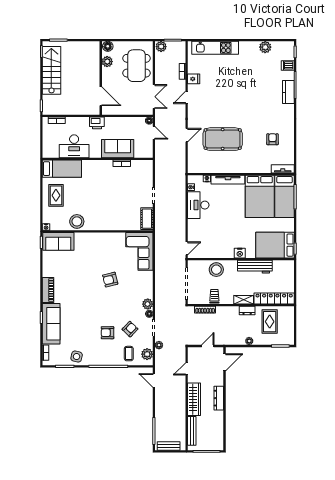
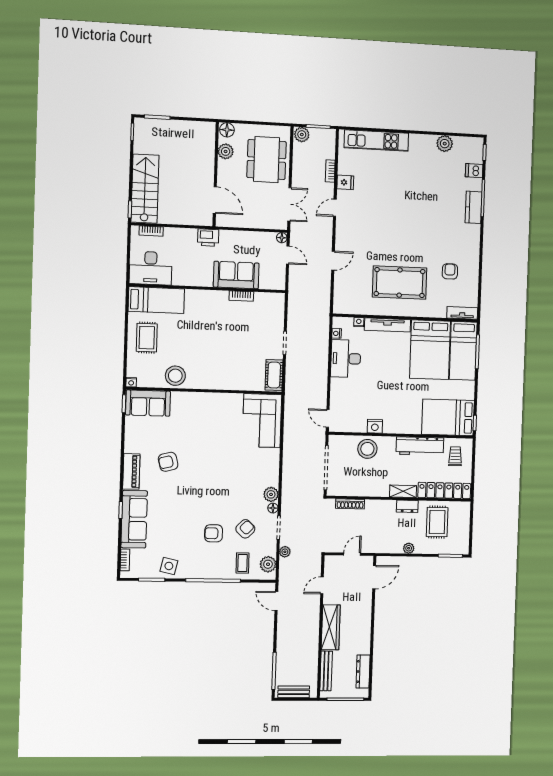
stairs: (51, 70) -> (145, 189), moved
pool table: (223, 139) -> (400, 283), moved
desk: (74, 146) -> (151, 268), moved
door: (187, 248) -> (328, 418), swing flipped
nightstand: (240, 253) -> (375, 426), moved
armchair: (110, 280) -> (168, 462), moved
trolley: (214, 296) -> (455, 456), moved
dresser: (219, 398) -> (363, 672), moved

